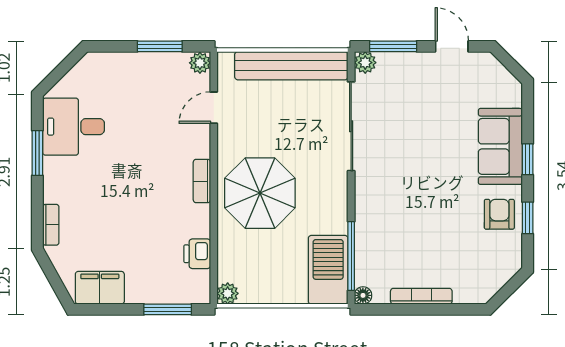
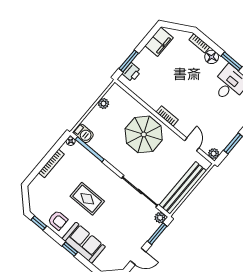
floor lamp: (56, 189) -> (212, 57), added
rug: (429, 197) -> (87, 199), added
window: (528, 218) -> (39, 223), moved
printer: (197, 254) -> (132, 72), moved, turned 90
barbecue: (328, 270) -> (83, 133), width x0.53, depth x0.65
plant: (228, 293) -> (104, 103), moved

